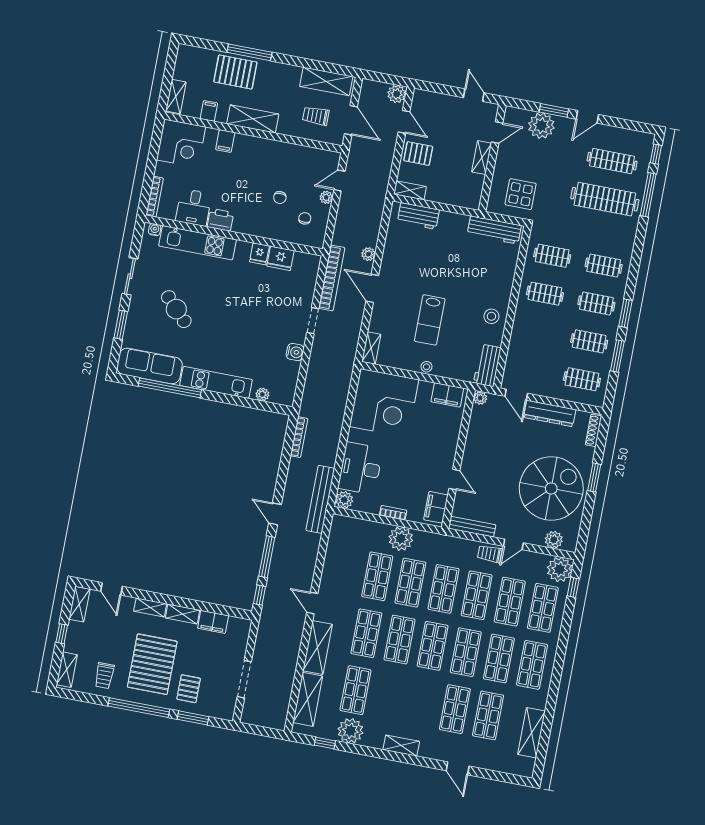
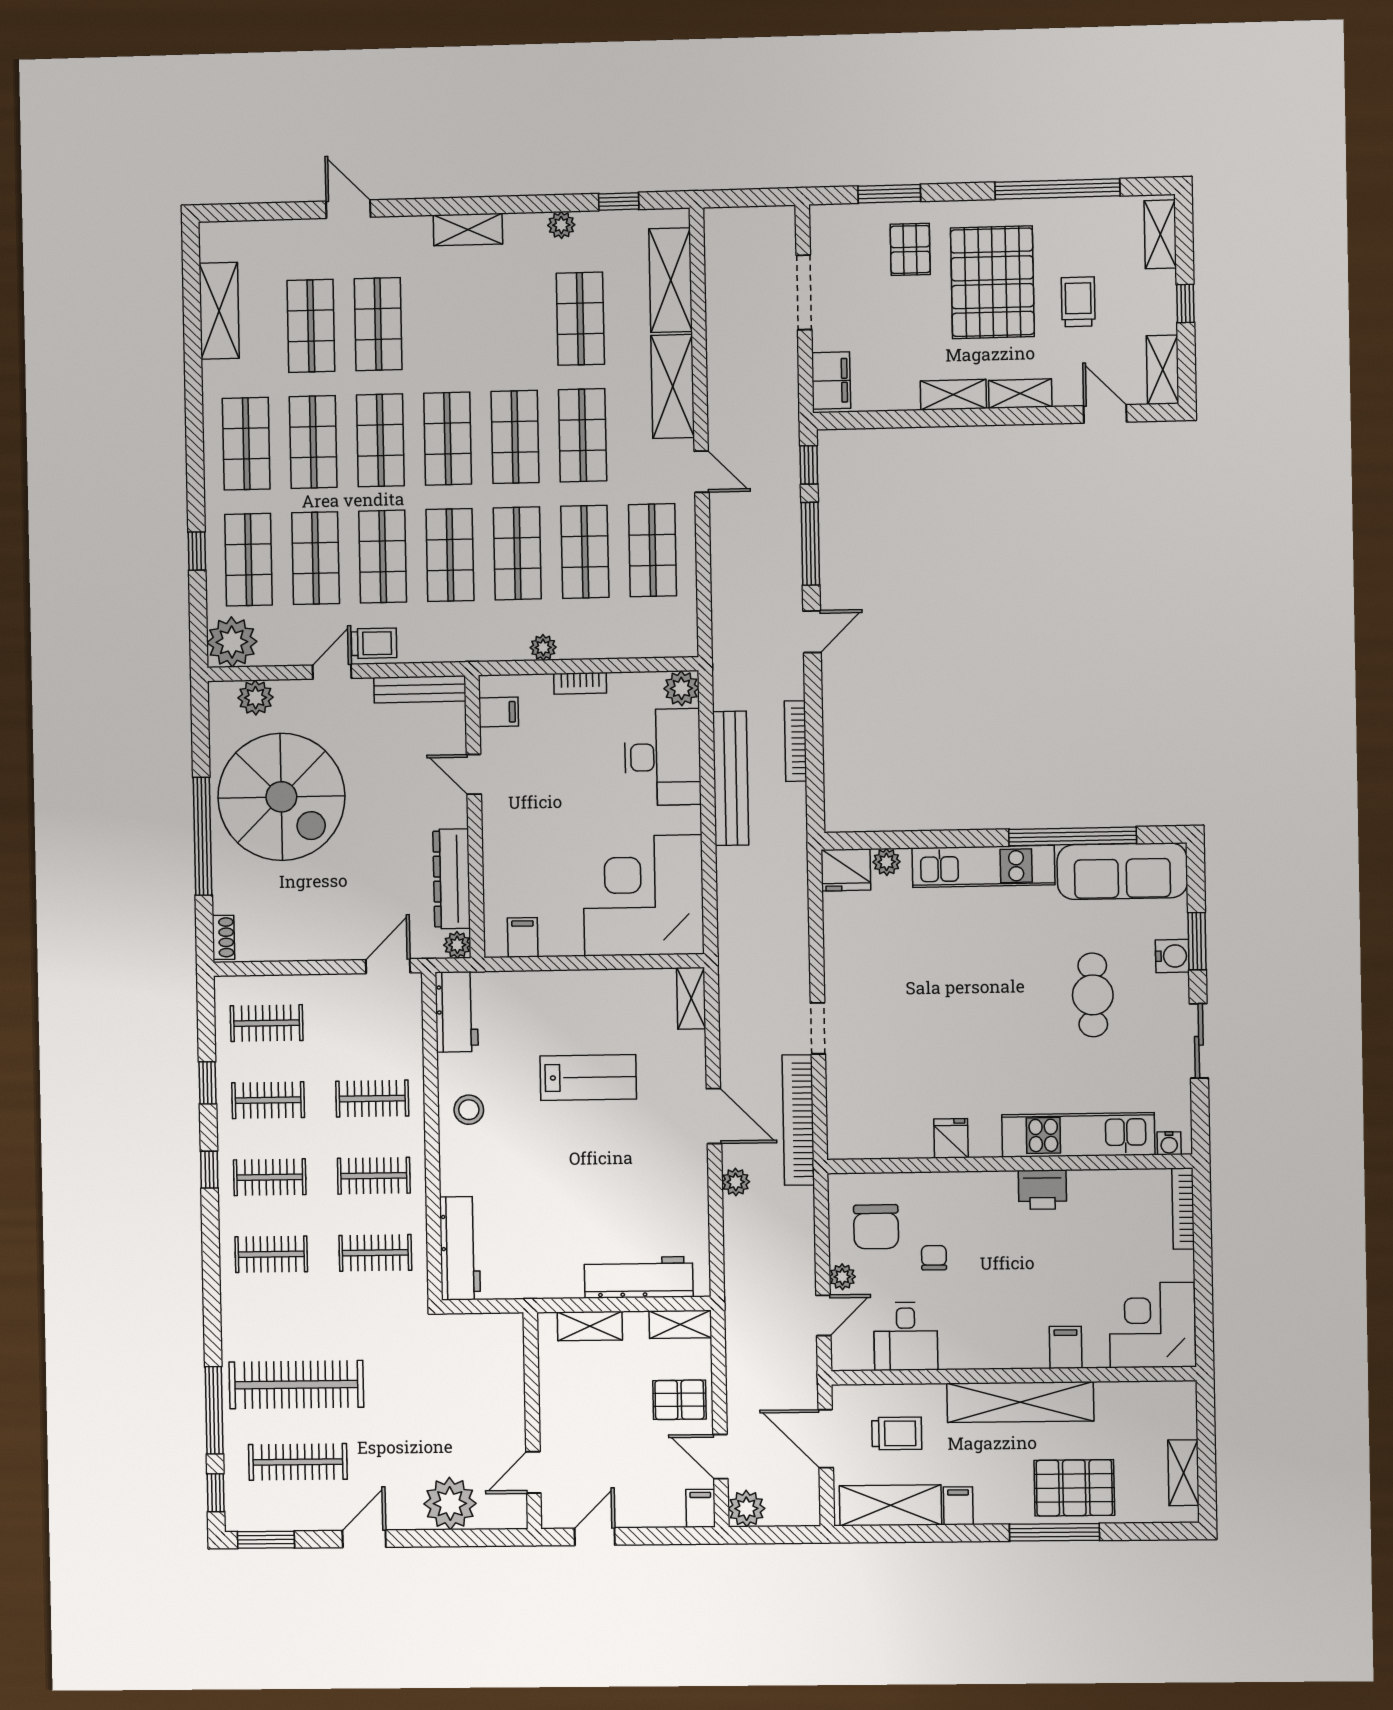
door: (474, 95) -> (595, 1537), swing flipped
shelving: (176, 97) -> (1183, 1473), moved
filing cabinet: (419, 99) -> (700, 1508), added
window: (554, 110) -> (266, 1540), moved
filing cabinet: (209, 111) -> (958, 1506), moved, turned 180
shelving: (253, 119) -> (1020, 1402), width x1.47
shelving: (482, 158) -> (590, 1326), moved, turned 90
display table: (521, 194) -> (462, 1361), removed
desk: (194, 207) -> (906, 1336), moved, turned 180
workbench: (418, 216) -> (639, 1277), width x1.38
chair: (305, 218) -> (876, 1227), width x1.87, depth x1.87
workbench: (494, 230) -> (460, 1248), moved, turned 90
fridge: (280, 258) -> (846, 870), moved, turned 180
cafe table: (176, 309) -> (1093, 995), turned 44
window: (626, 313) -> (209, 1170), width x0.67
lab bench: (430, 320) -> (588, 1077), turned 90
clothes rail: (538, 332) -> (372, 1099), added
water cooler: (295, 352) -> (1172, 956), moved, turned 180
window: (617, 356) -> (208, 1083), width x0.67
stool: (426, 367) -> (575, 984), removed
filing cabinet: (447, 395) -> (523, 937), width x0.50
door: (516, 395) -> (388, 966), hinge flipped
dresser: (550, 413) -> (452, 879), moved, turned -90
shoe rack: (594, 430) -> (223, 937), width x0.70
bookcase: (299, 437) -> (795, 741), moved
window: (594, 477) -> (203, 836), width x2.11
spiral stairs: (551, 488) -> (281, 797), turned -90
bench: (320, 499) -> (731, 778), moved
filing cabinet: (436, 507) -> (499, 712), width x0.50
door: (275, 514) -> (812, 632), hinge flipped
plant: (401, 539) -> (543, 647), width x0.53, depth x0.53
shop shelf: (344, 570) -> (653, 550), added
window: (573, 587) -> (197, 551), moved
filing cabinet: (213, 622) -> (831, 381), moved, turned 90
trolley: (104, 676) -> (1078, 302), moved
window: (139, 708) -> (1057, 189), moved
plant: (350, 731) -> (561, 225), width x0.53, depth x0.53

